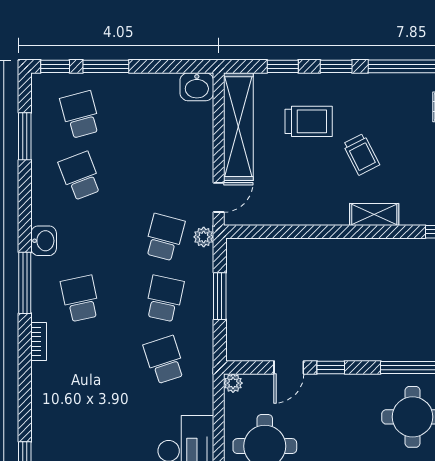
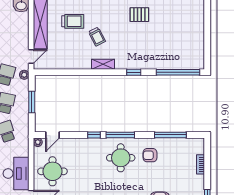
door: (289, 367) -> (52, 135), moved
window: (331, 367) -> (94, 135), moved

